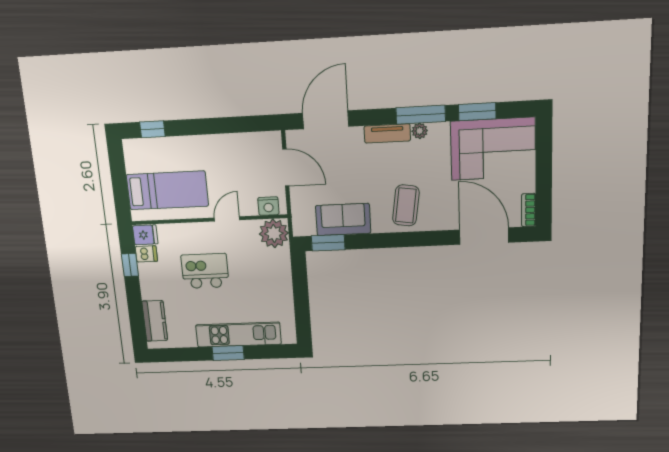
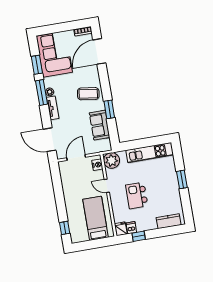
window: (328, 243) -> (109, 109), moved
kitchen unit: (239, 335) -> (150, 153), moved, turned -90

